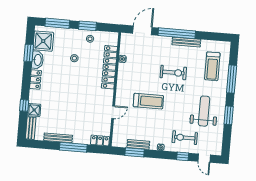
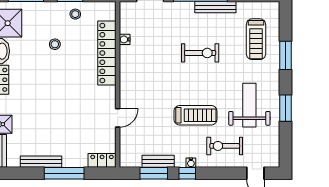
window: (232, 79) -> (286, 55), width x0.69
treadmill: (148, 101) -> (195, 115), moved
window: (183, 156) -> (187, 173), moved

